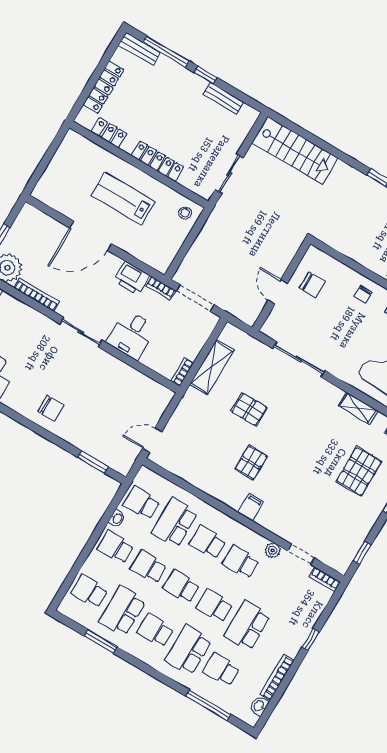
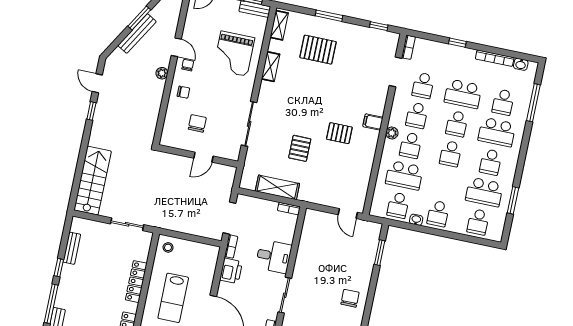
chair: (312, 285) -> (197, 123), moved
plant: (273, 550) -> (392, 133), moved
doorway: (301, 554) -> (396, 72), width x1.38
school desk: (149, 567) -> (423, 85), moved

